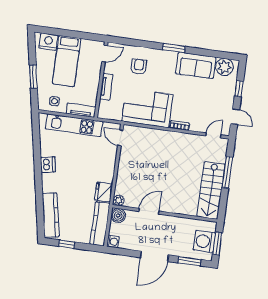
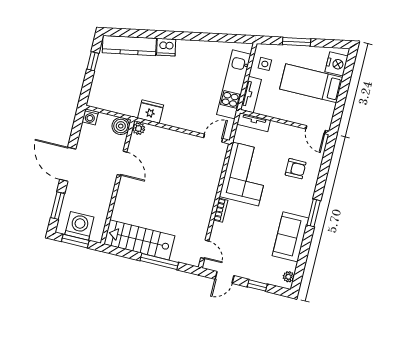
plant: (224, 67) -> (289, 277), width x0.53, depth x0.53
tv unit: (106, 87) -> (254, 122), moved
dishwasher: (48, 165) -> (166, 47), moved
kitchen counter: (100, 224) -> (113, 103), removed

